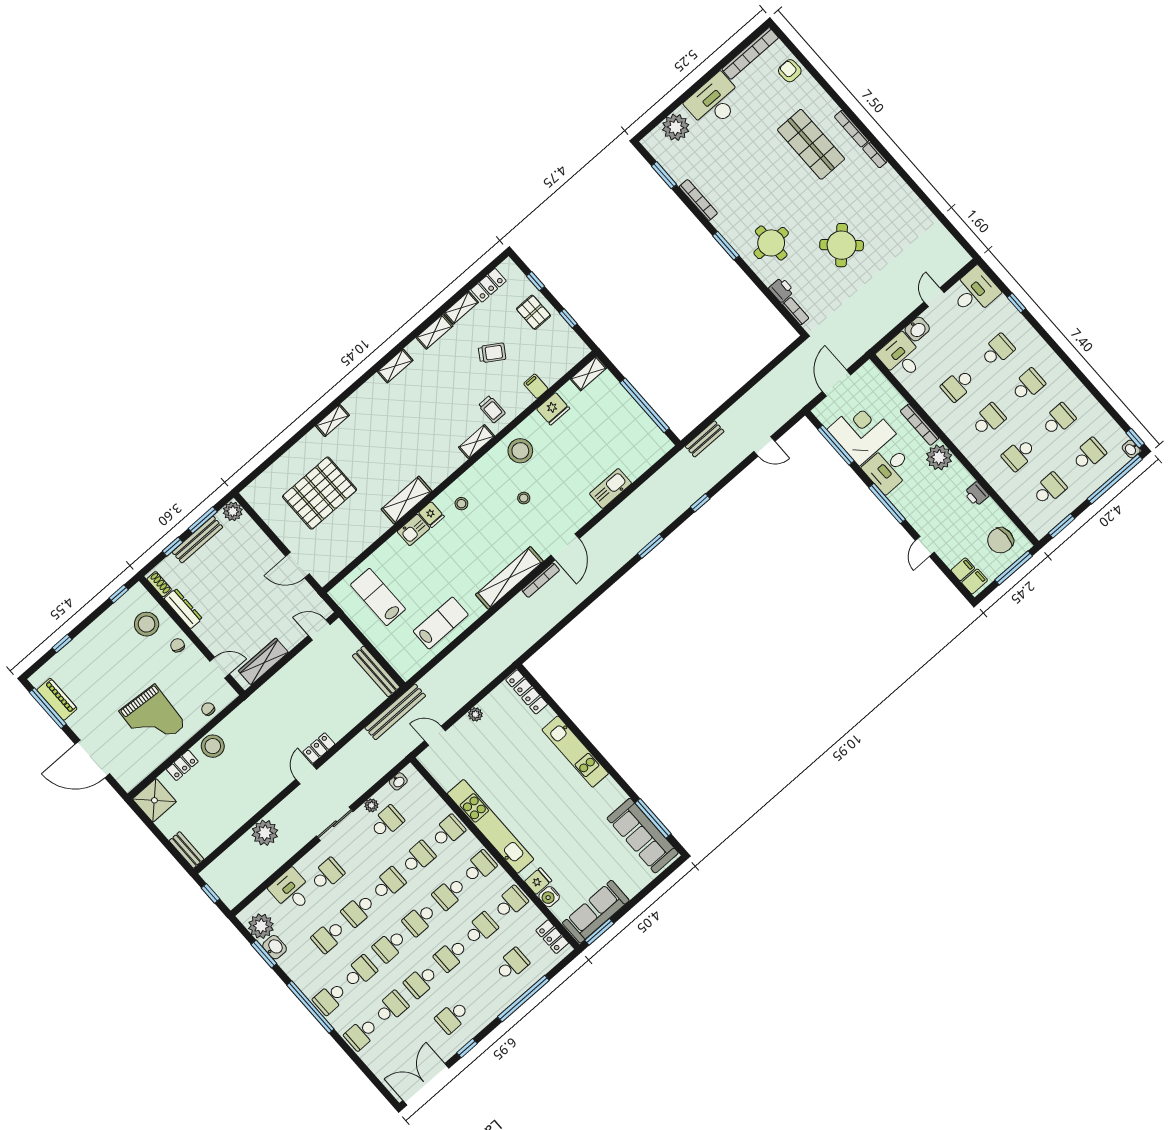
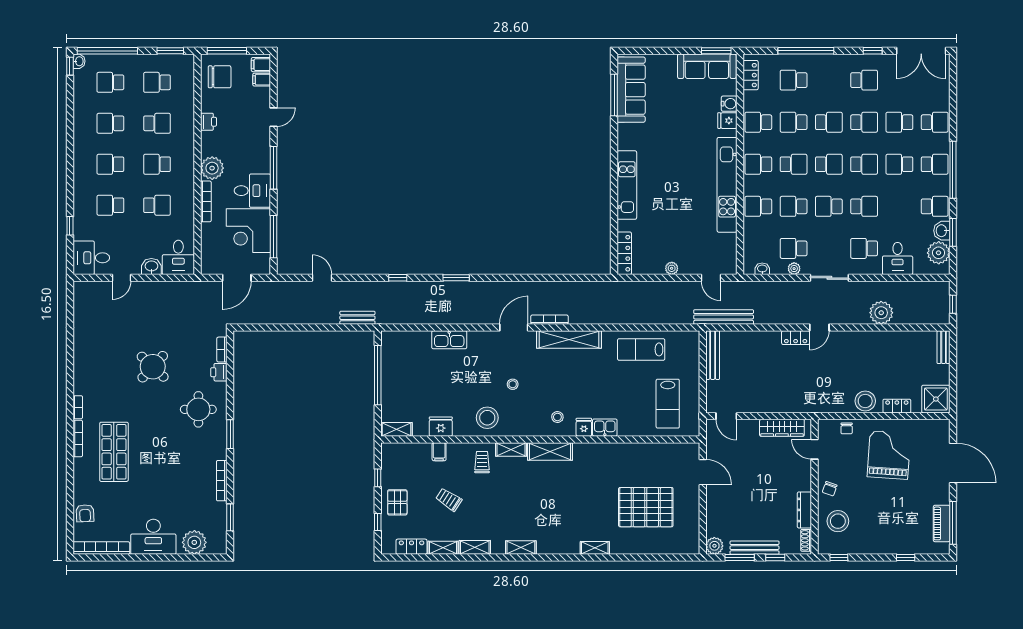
shelving: (407, 500) -> (550, 451), moved
school desk: (329, 936) -> (935, 206), moved

